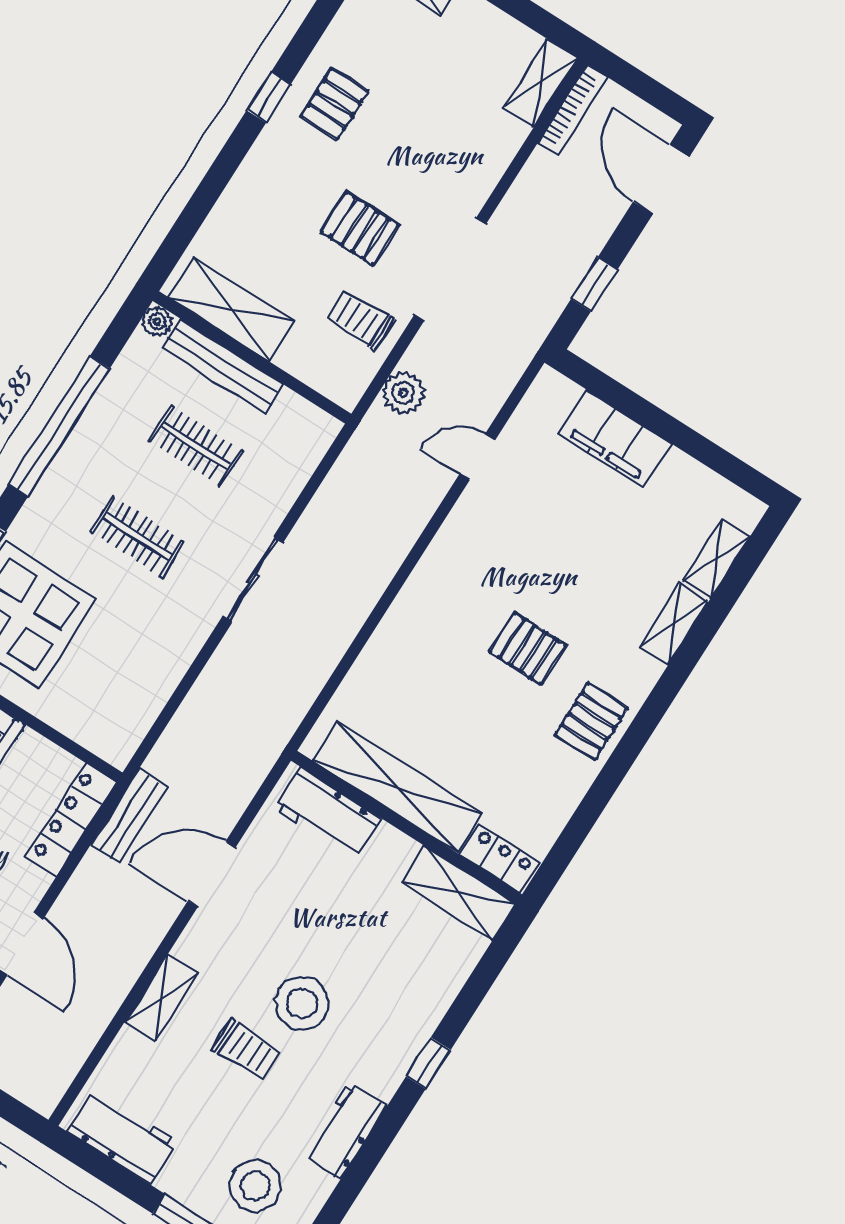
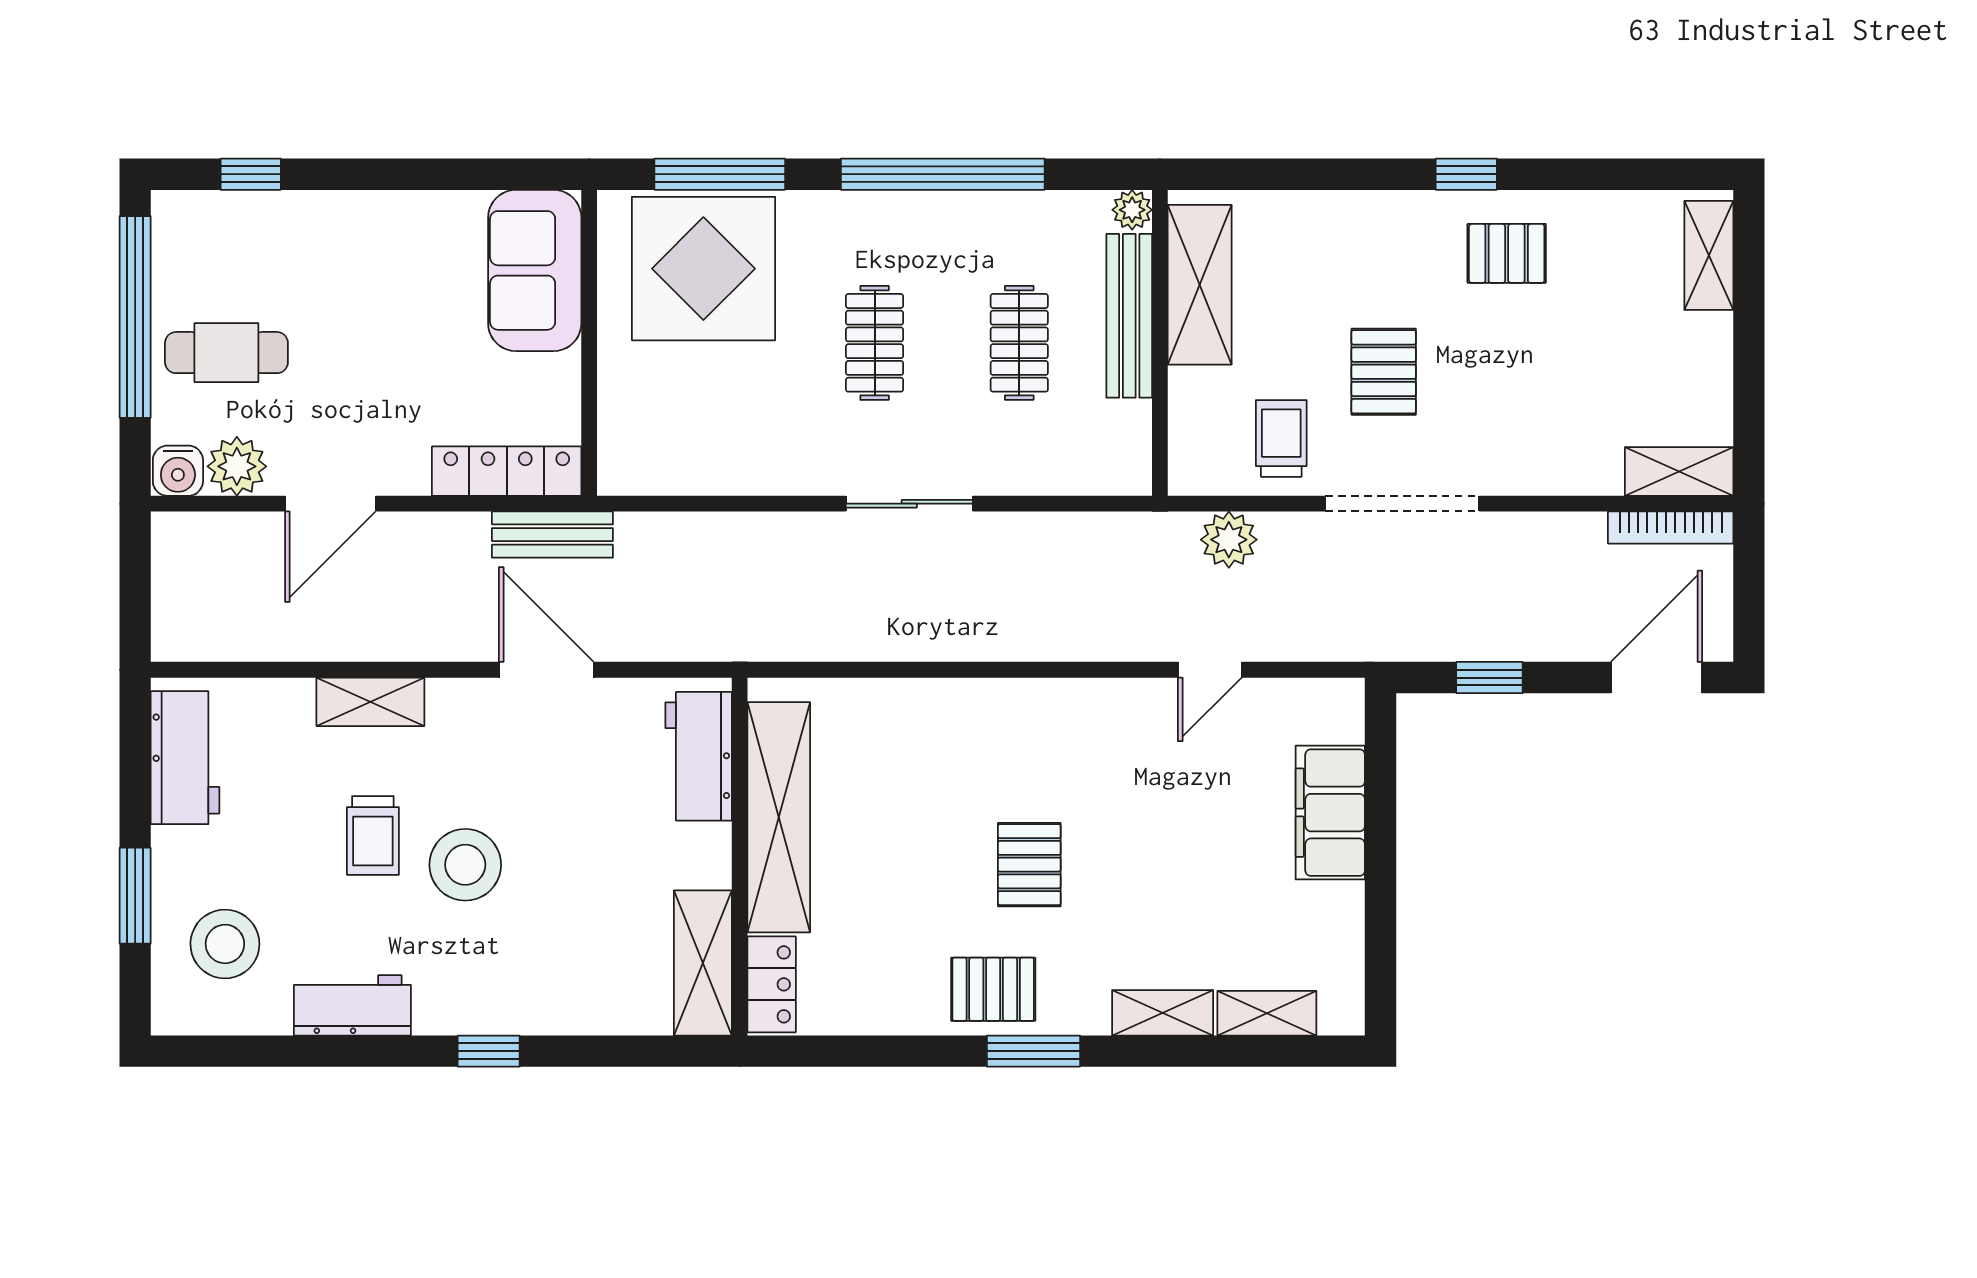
door: (477, 457) -> (1210, 670), swing flipped
window: (647, 721) -> (1033, 1051), added

